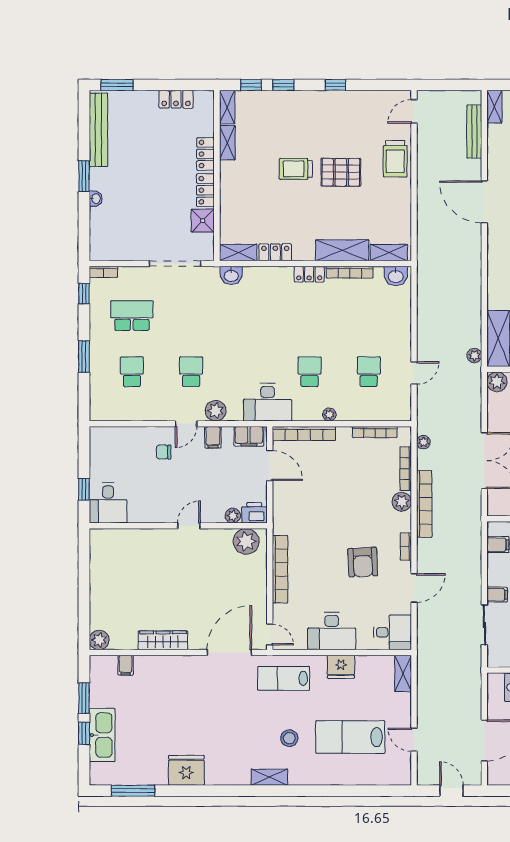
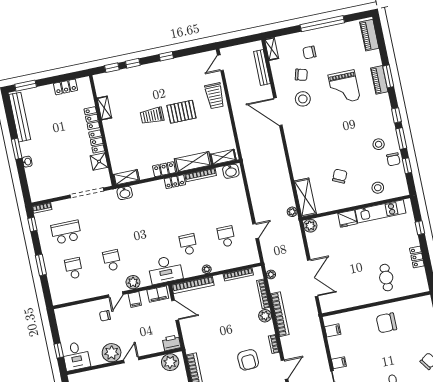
shelving: (227, 107) -> (99, 85), removed
locker: (275, 252) -> (164, 169), moved
plant: (233, 516) -> (112, 353), moved, width x1.87, depth x1.87

